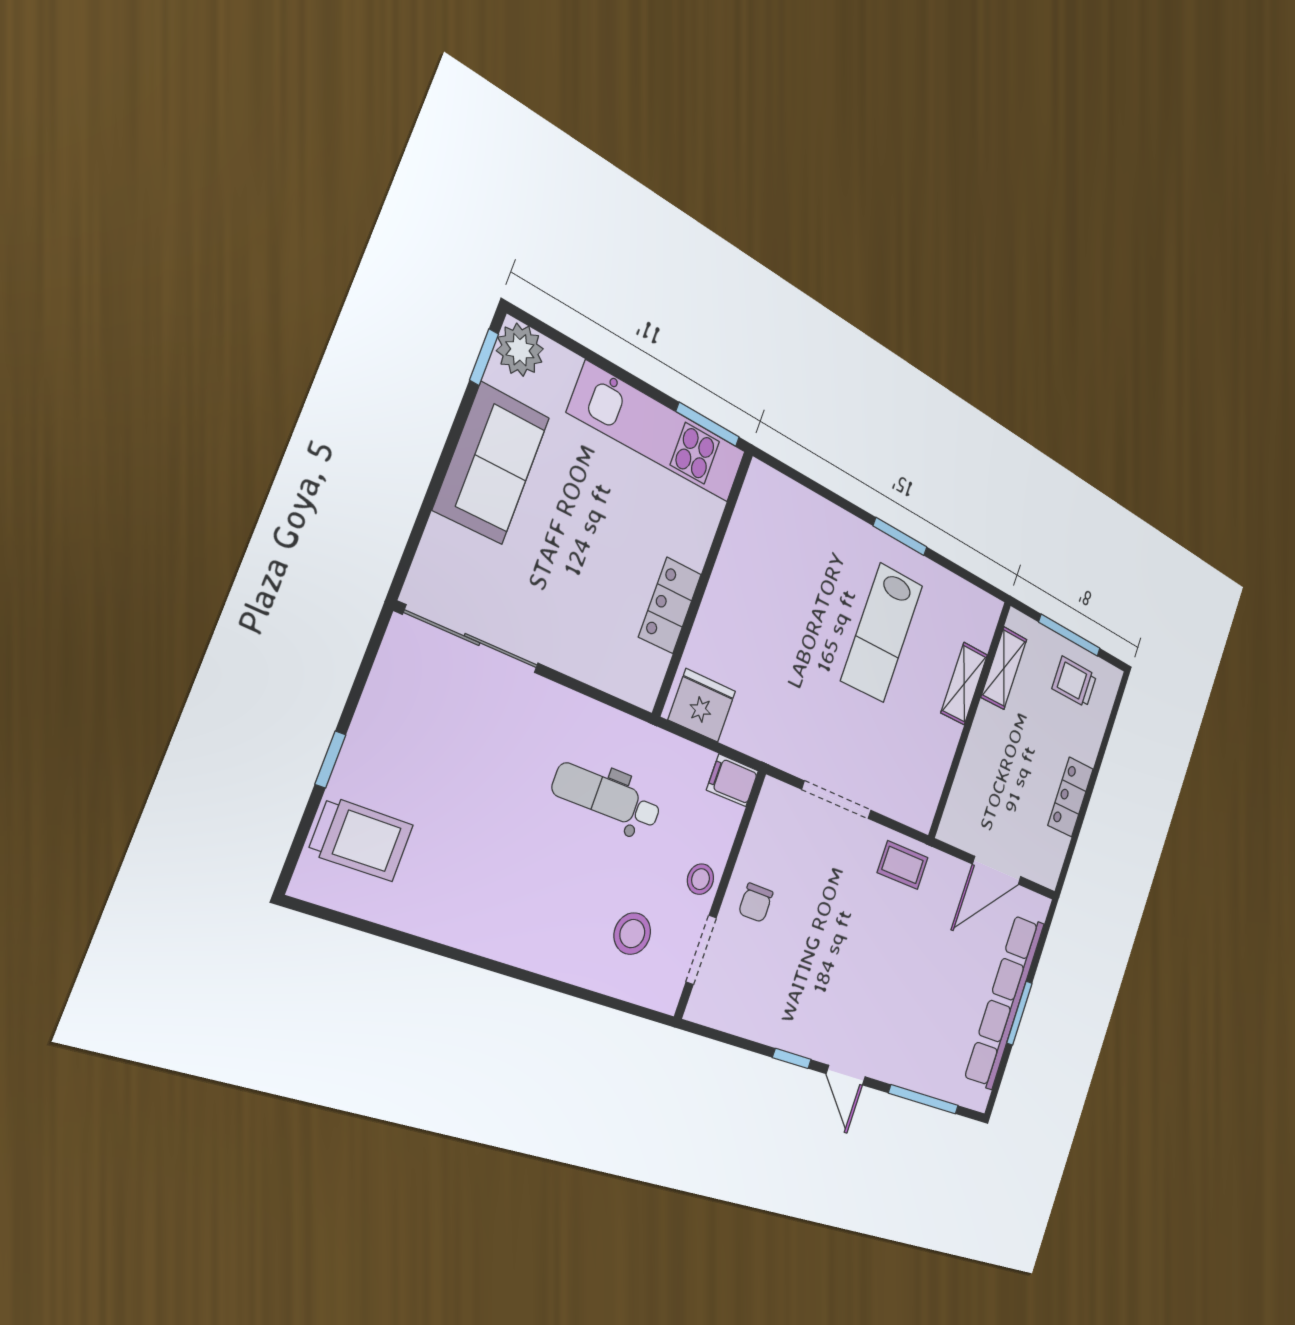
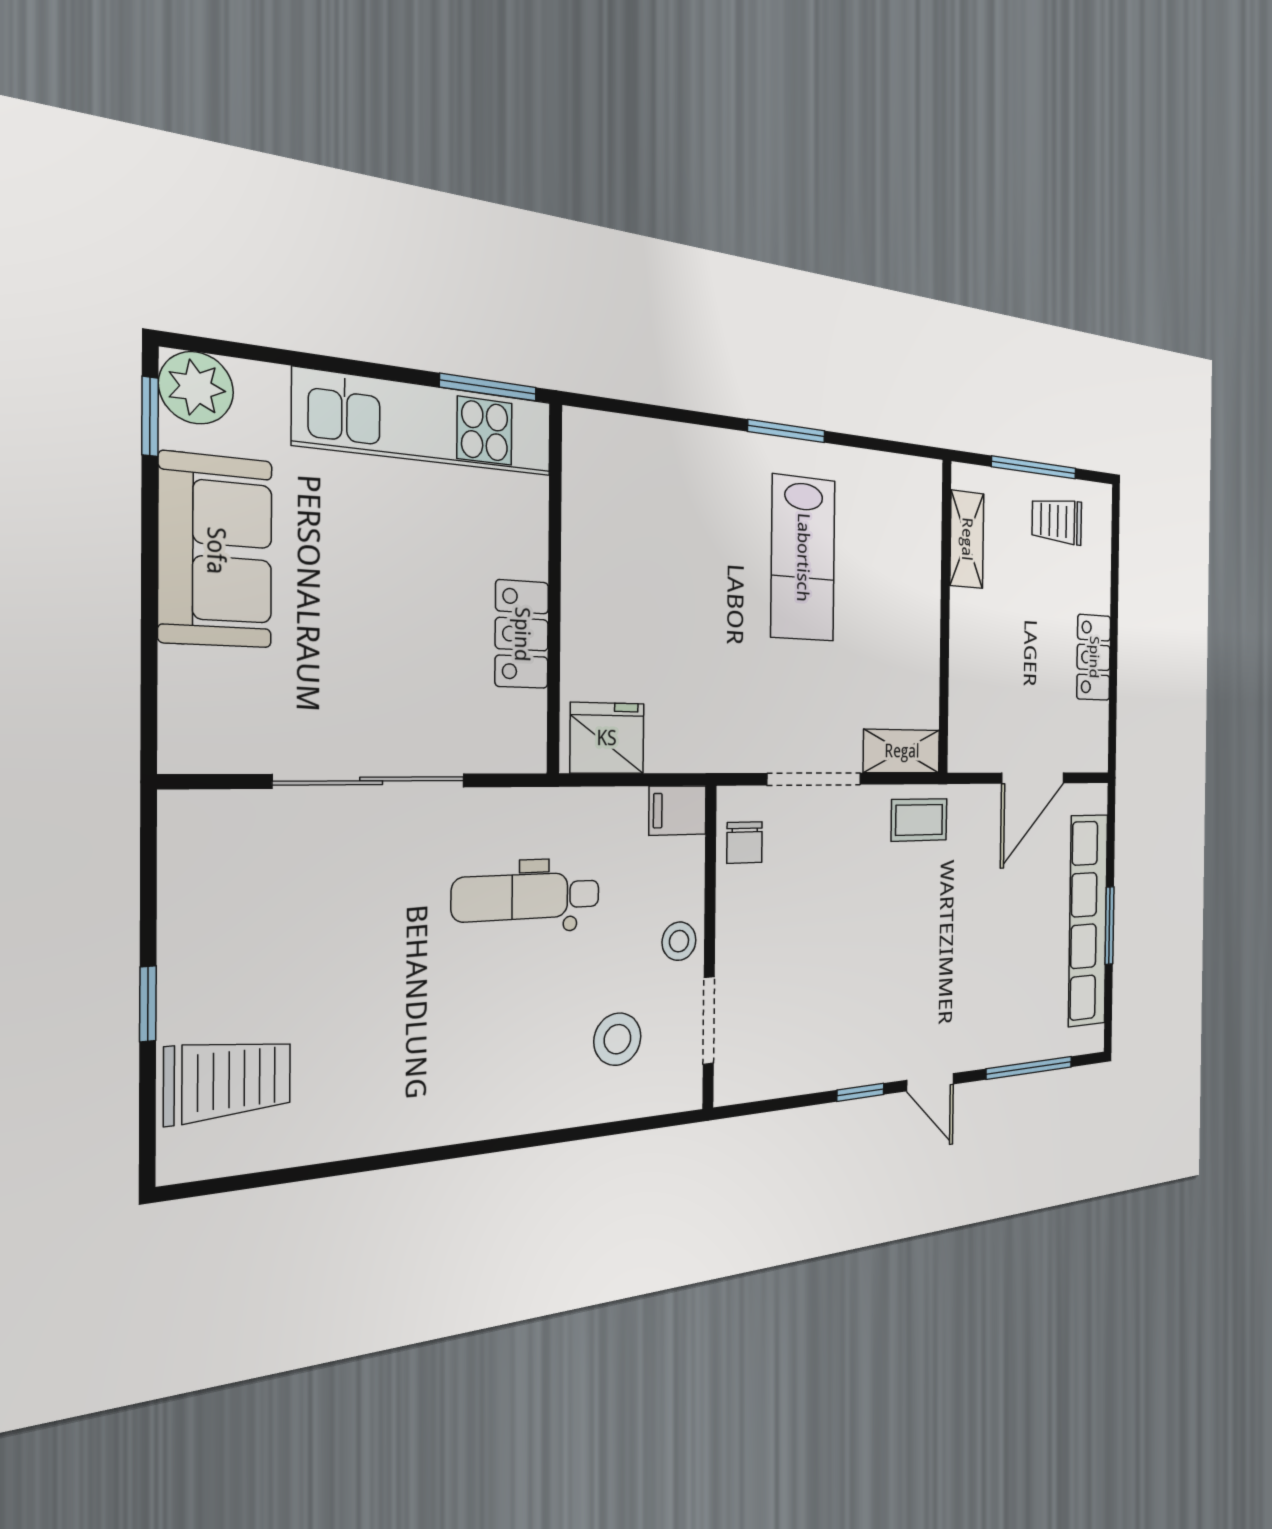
sliding door: (472, 639) -> (371, 781), moved
shelving: (964, 684) -> (902, 751), moved, turned 90
chair: (756, 903) -> (745, 842), moved

